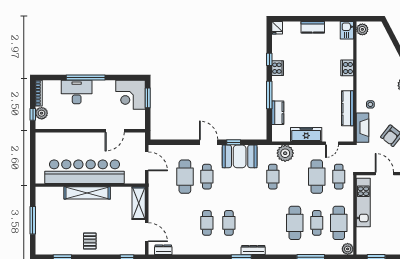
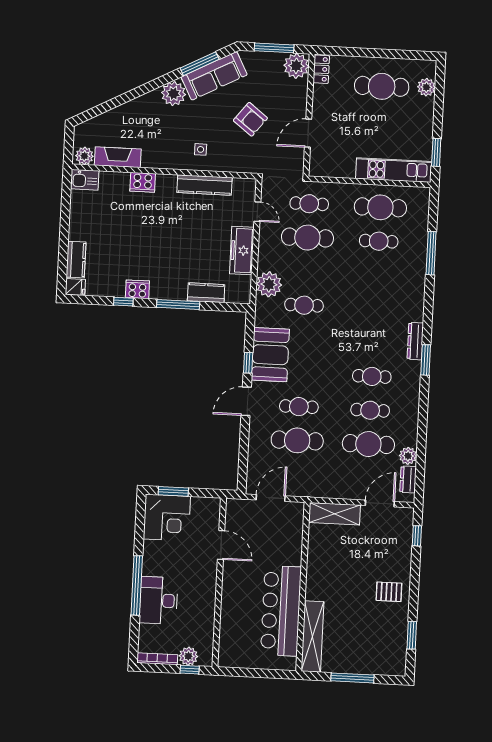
kitchen counter: (313, 27) -> (76, 260), moved
fireplace: (363, 128) -> (118, 157), moved
bar counter: (85, 172) -> (281, 611), width x0.73
shelving: (87, 193) -> (312, 636), moved
kitchen unit: (363, 202) -> (394, 170), moved
cafe table: (295, 223) -> (368, 444), moved
plant: (348, 249) -> (408, 456), moved

